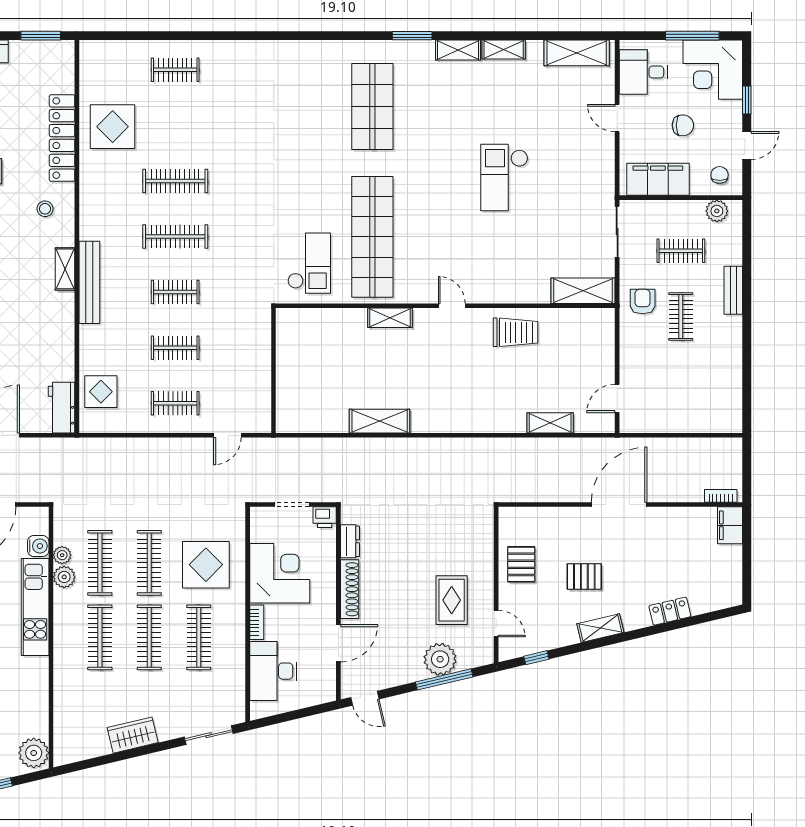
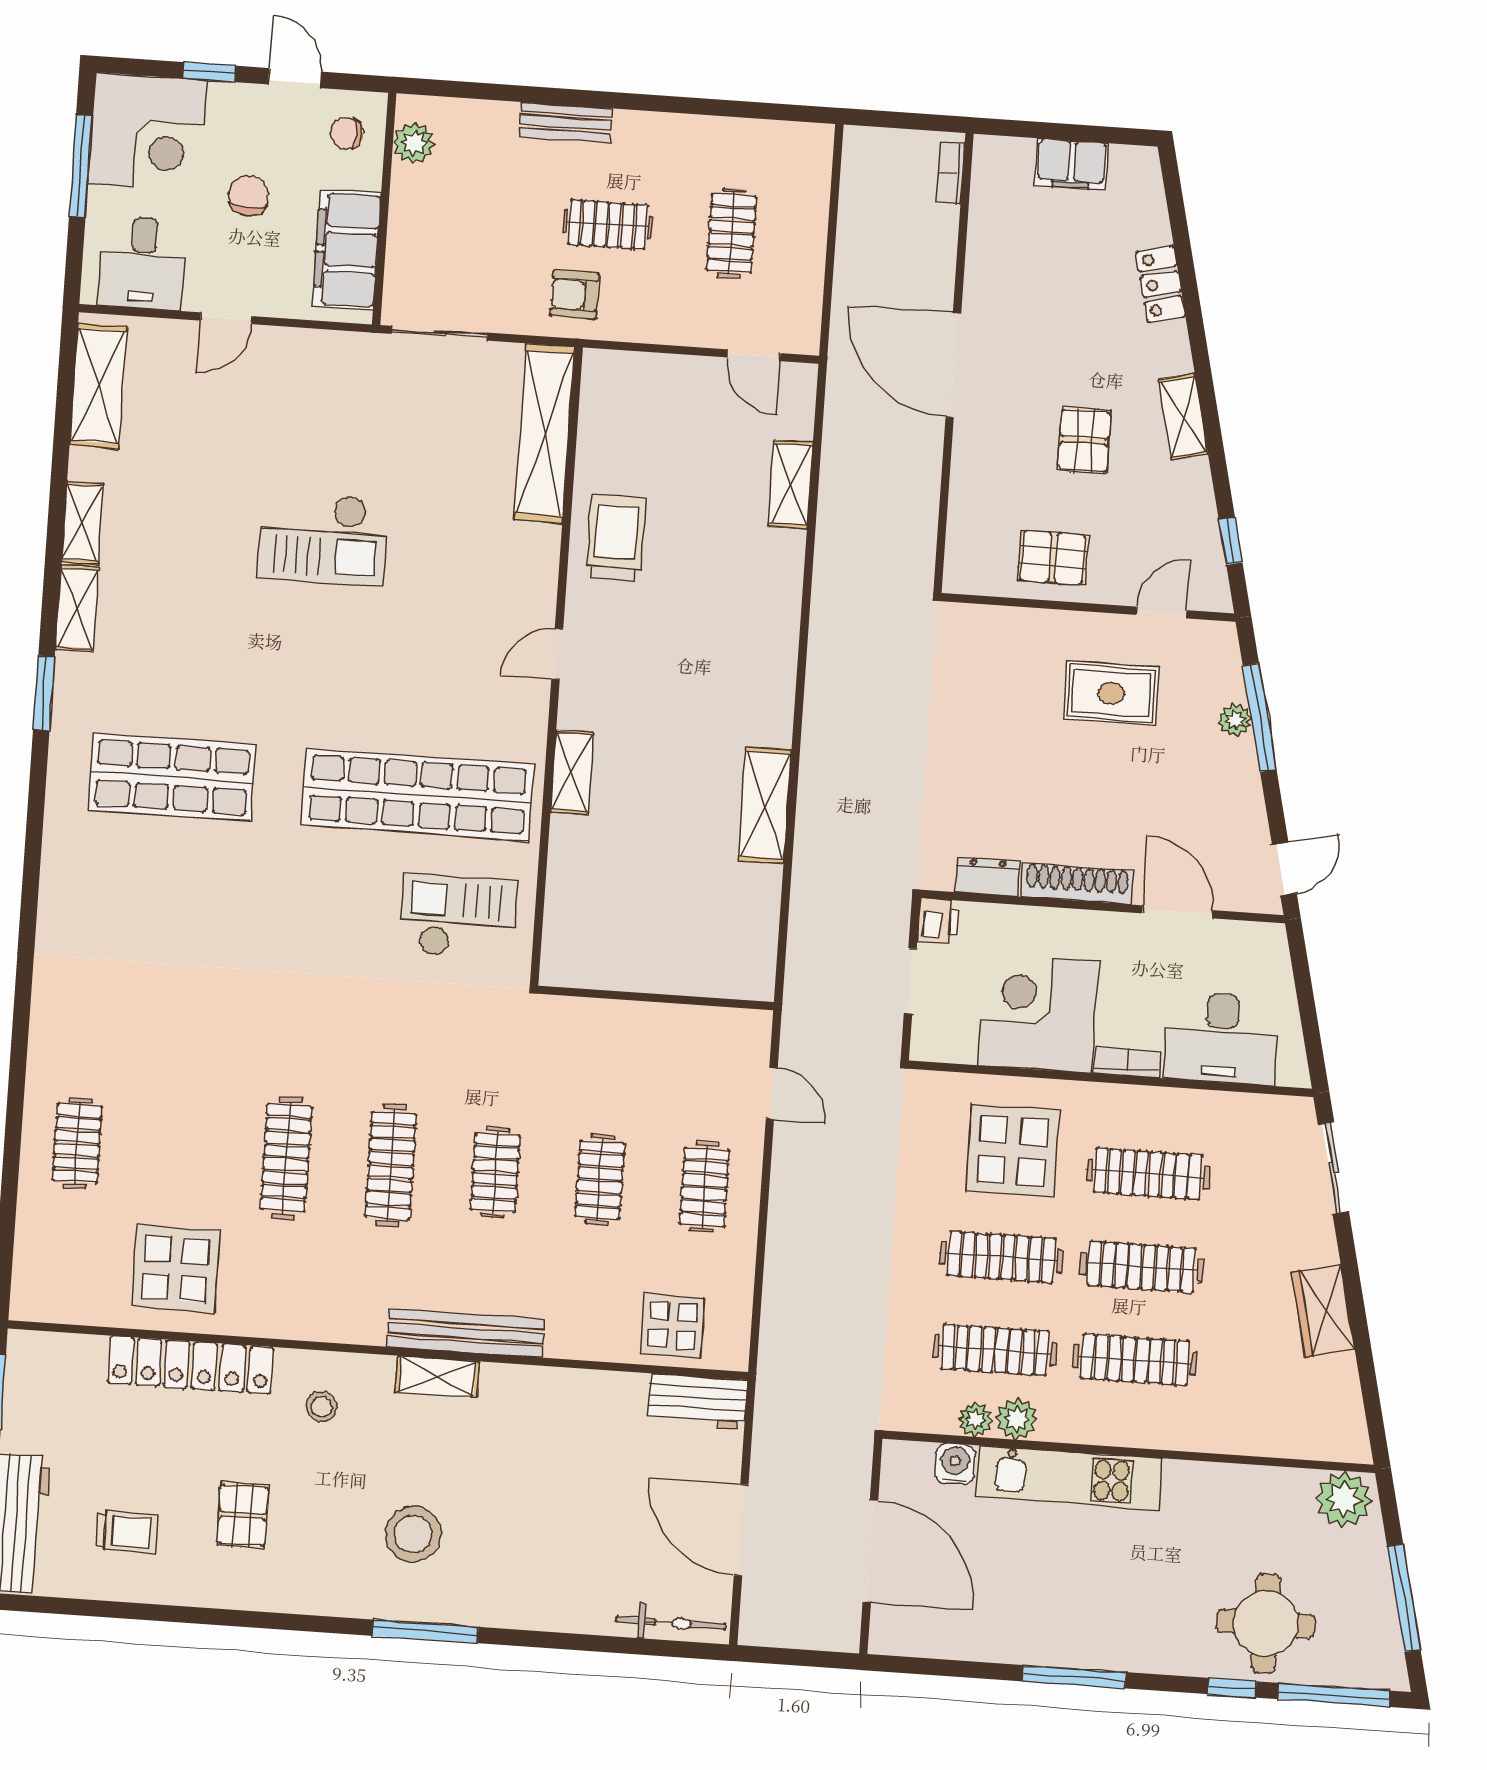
clothes rail: (681, 251) -> (732, 233), moved
shelving: (583, 291) -> (544, 433), width x1.47
filing cabinet: (730, 525) -> (1072, 164), moved
plant: (440, 659) -> (1235, 720), width x0.53, depth x0.53

